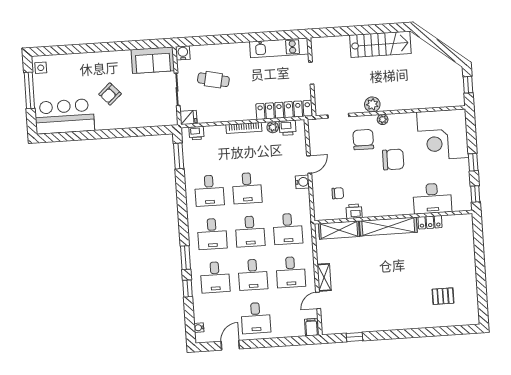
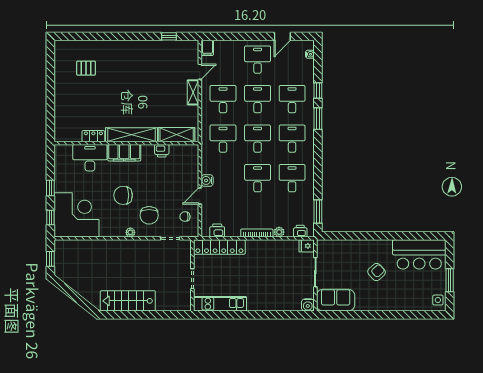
cafe table: (213, 80) -> (282, 279), removed
window: (29, 90) -> (450, 280), width x0.69
plant: (372, 104) -> (139, 247), removed
plant: (273, 127) -> (279, 232), moved
chair: (338, 193) -> (185, 217), moved
window: (475, 194) -> (50, 217), moved
filing cabinet: (395, 206) -> (124, 153), added

